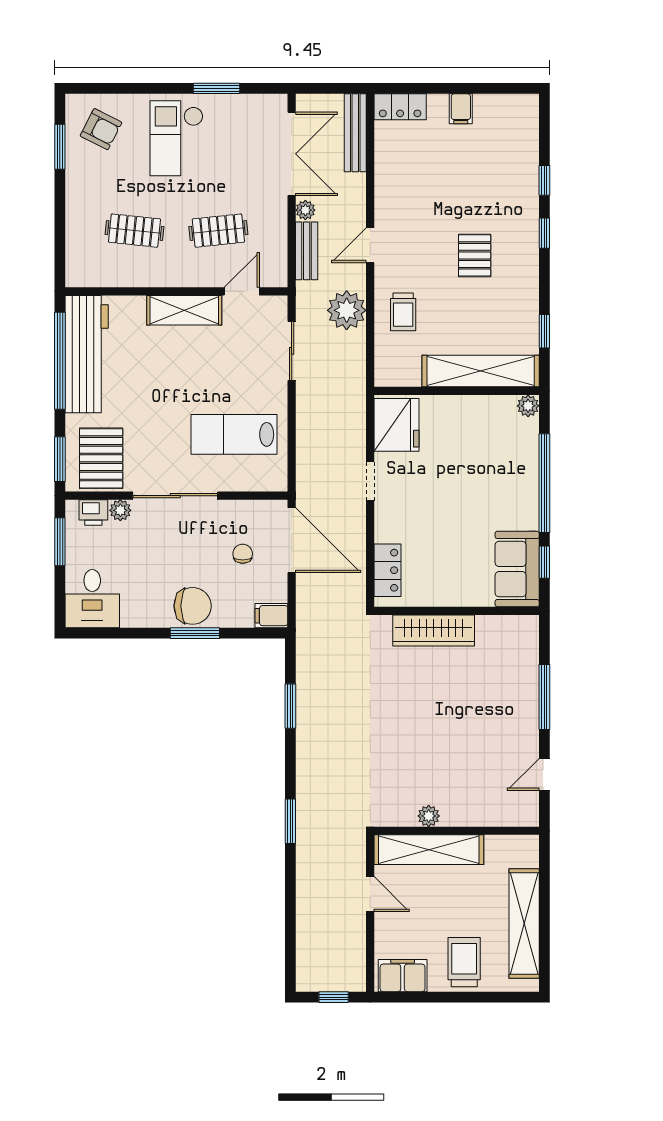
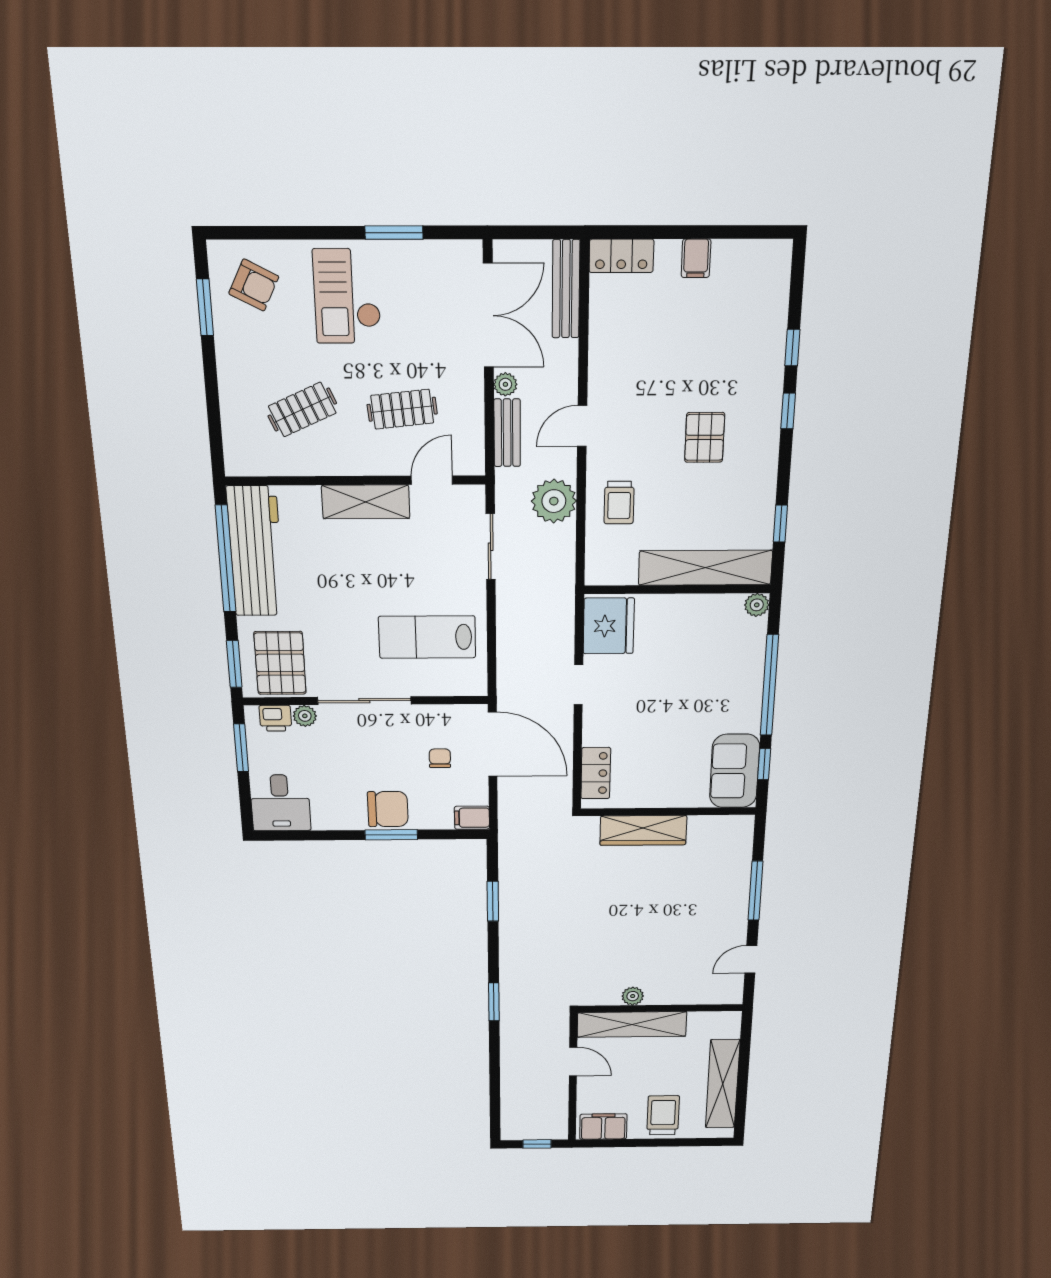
clothes rail: (134, 231) -> (302, 410), turned -30

